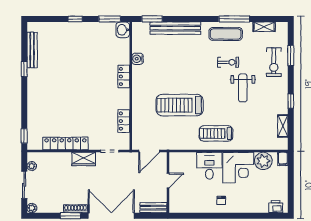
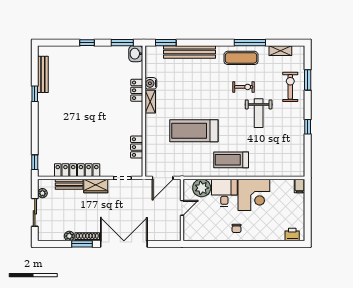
exercise bike: (274, 62) -> (290, 87), turned 180
locker: (124, 76) -> (137, 90), moved
shelving: (283, 126) -> (150, 102), moved
plant: (263, 161) -> (202, 188), moved
plant: (32, 208) -> (69, 236), moved
bench: (153, 208) -> (69, 184), moved

